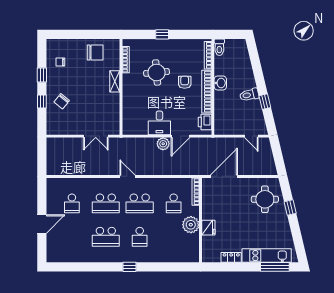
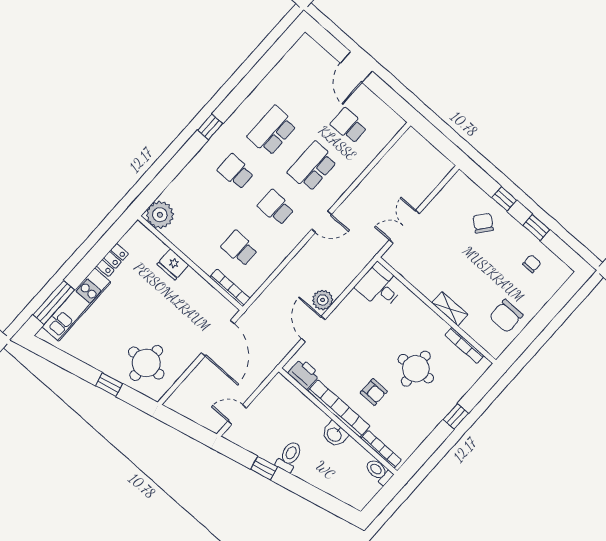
desk: (159, 123) -> (380, 287), moved
school desk: (140, 203) -> (276, 207), width x0.54
plant: (191, 225) -> (160, 215), moved

